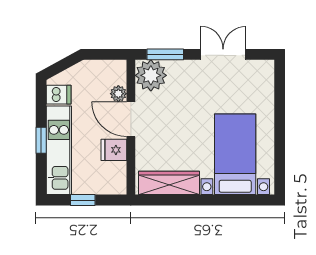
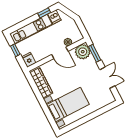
door: (131, 119) -> (60, 53), swing flipped
window: (41, 140) -> (44, 13), moved
fridge: (114, 150) -> (29, 60), moved

